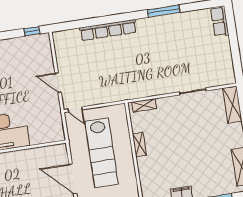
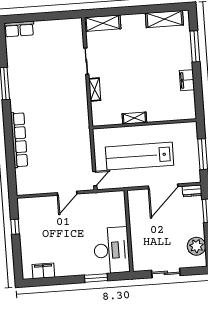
window: (32, 31) -> (15, 227), moved
shelving: (144, 105) -> (95, 90), moved
lab bench: (102, 153) -> (140, 156), turned 180

